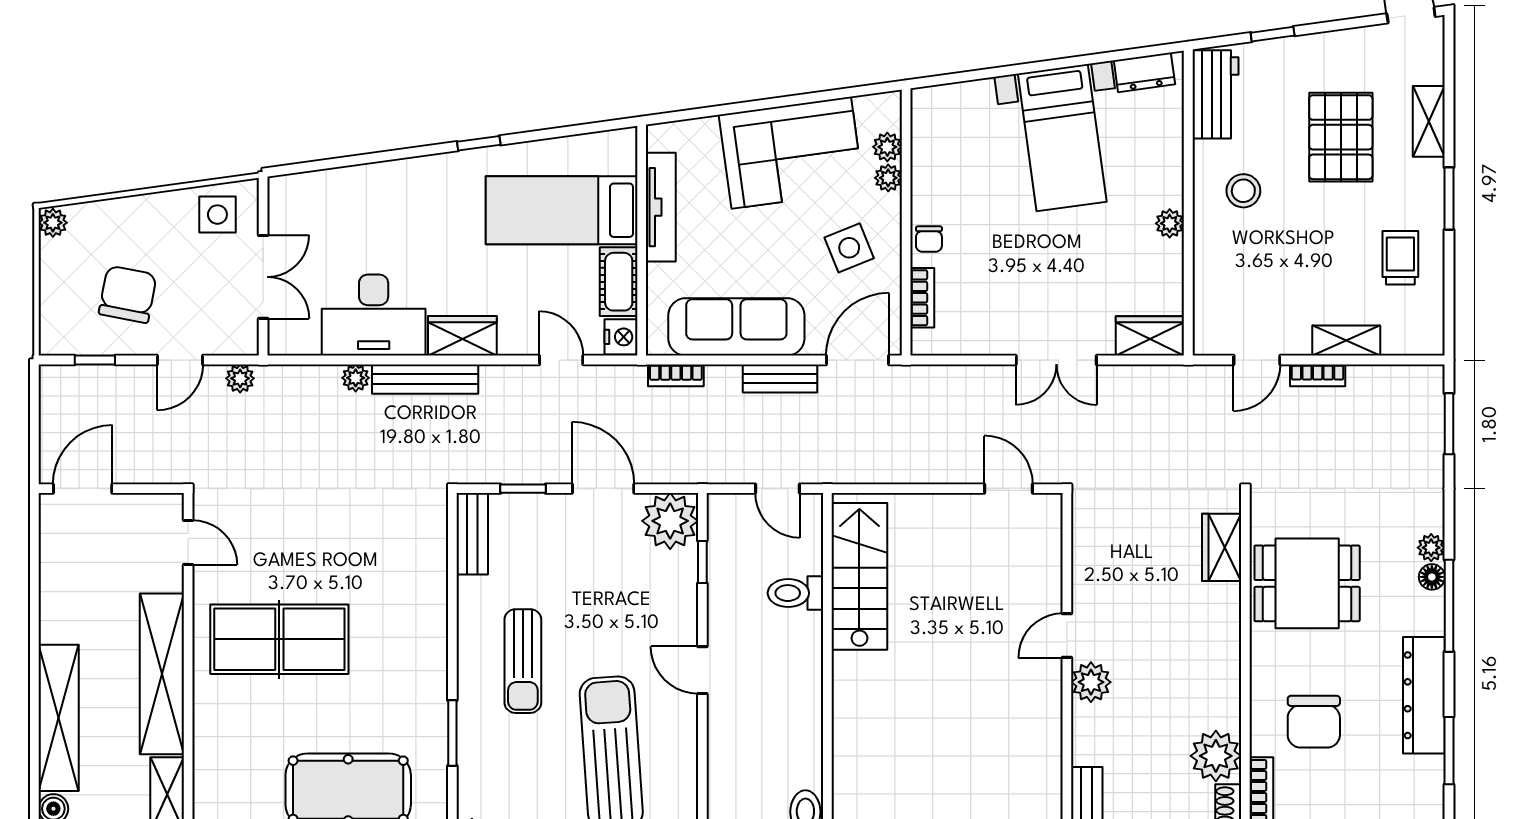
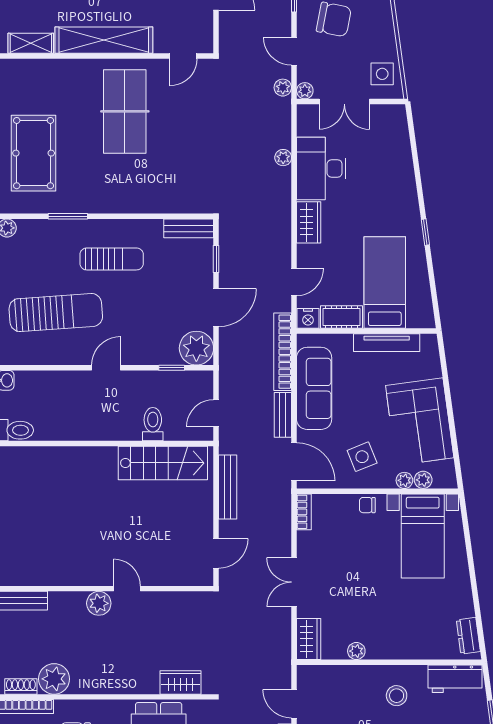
bed with nightstands: (1062, 138) -> (423, 536), moved, turned -82
plant: (1170, 223) -> (356, 651), moved
bookcase: (922, 298) -> (304, 512), moved, turned -90
plant: (245, 342) -> (305, 91), added
bookcase: (676, 375) -> (283, 352), width x2.31, depth x1.31
bench: (425, 379) -> (228, 487), moved
sun lounger: (523, 661) -> (112, 259), turned 180

